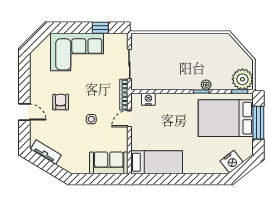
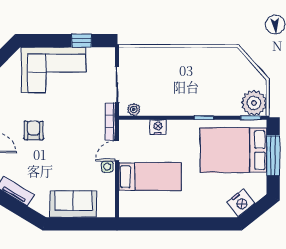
plant: (206, 85) -> (134, 110), moved
nightstand: (148, 99) -> (158, 127), moved
side table: (91, 119) -> (107, 167), moved
bed: (157, 162) -> (150, 177), moved
sofa: (109, 163) -> (73, 204), moved

